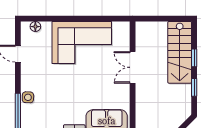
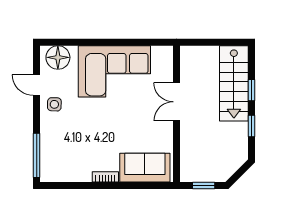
floor lamp: (35, 27) -> (58, 57), width x1.89, depth x1.89
side table: (28, 97) -> (54, 104), moved

